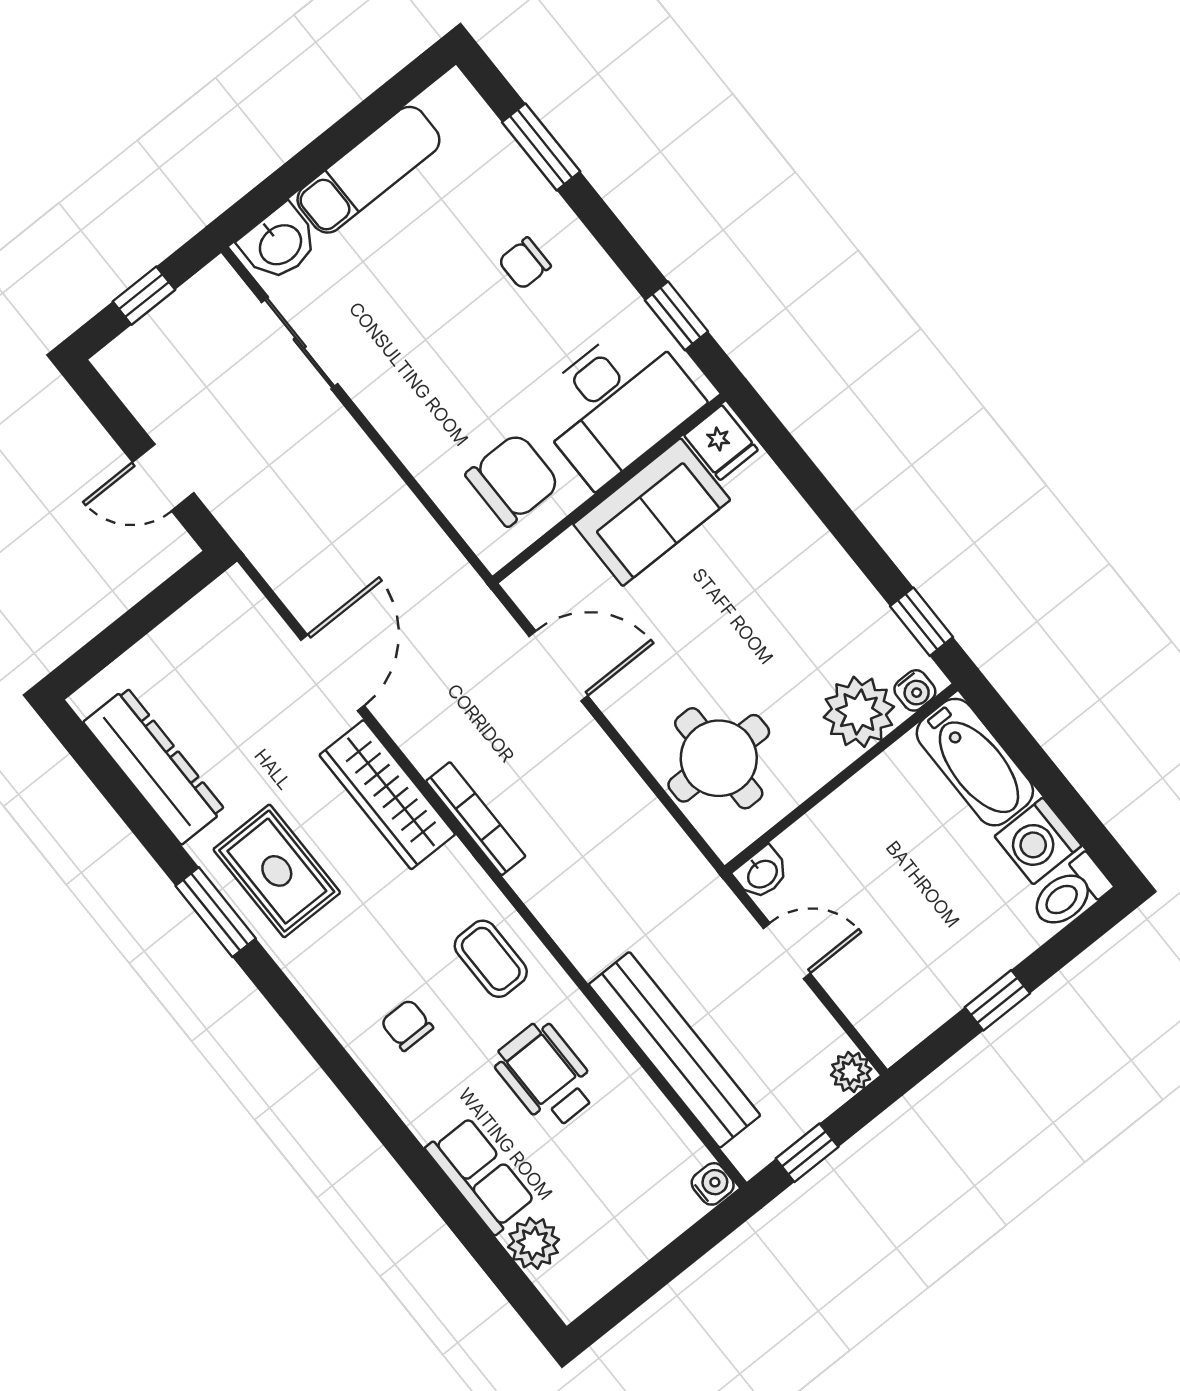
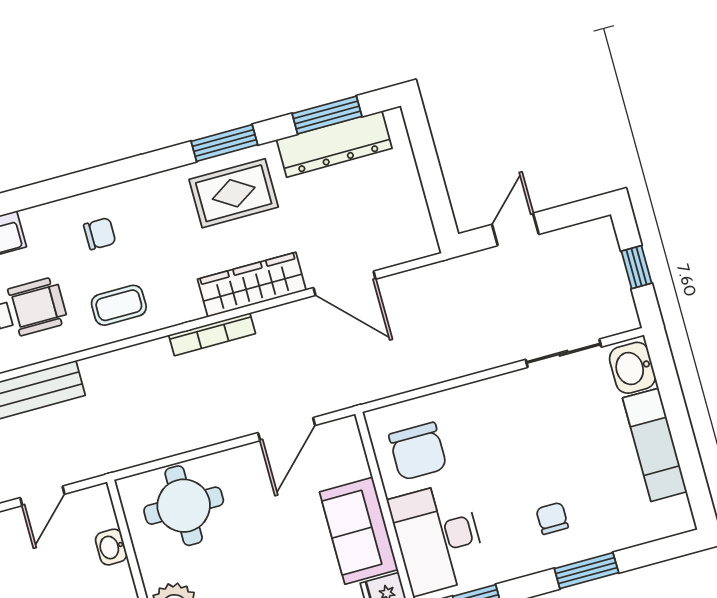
window: (541, 147) -> (586, 571), moved
window: (120, 792) -> (327, 115), added
washbasin: (762, 873) -> (111, 547), moved

